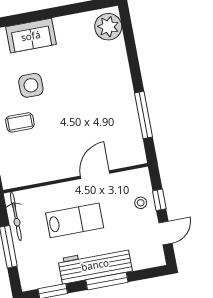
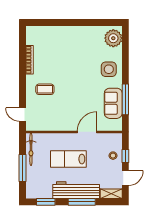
sofa: (31, 36) -> (113, 103), moved, turned 90
side table: (31, 85) -> (109, 69), moved
lab bench: (75, 220) -> (68, 159), turned 180
shelving: (149, 261) -> (111, 194), added

